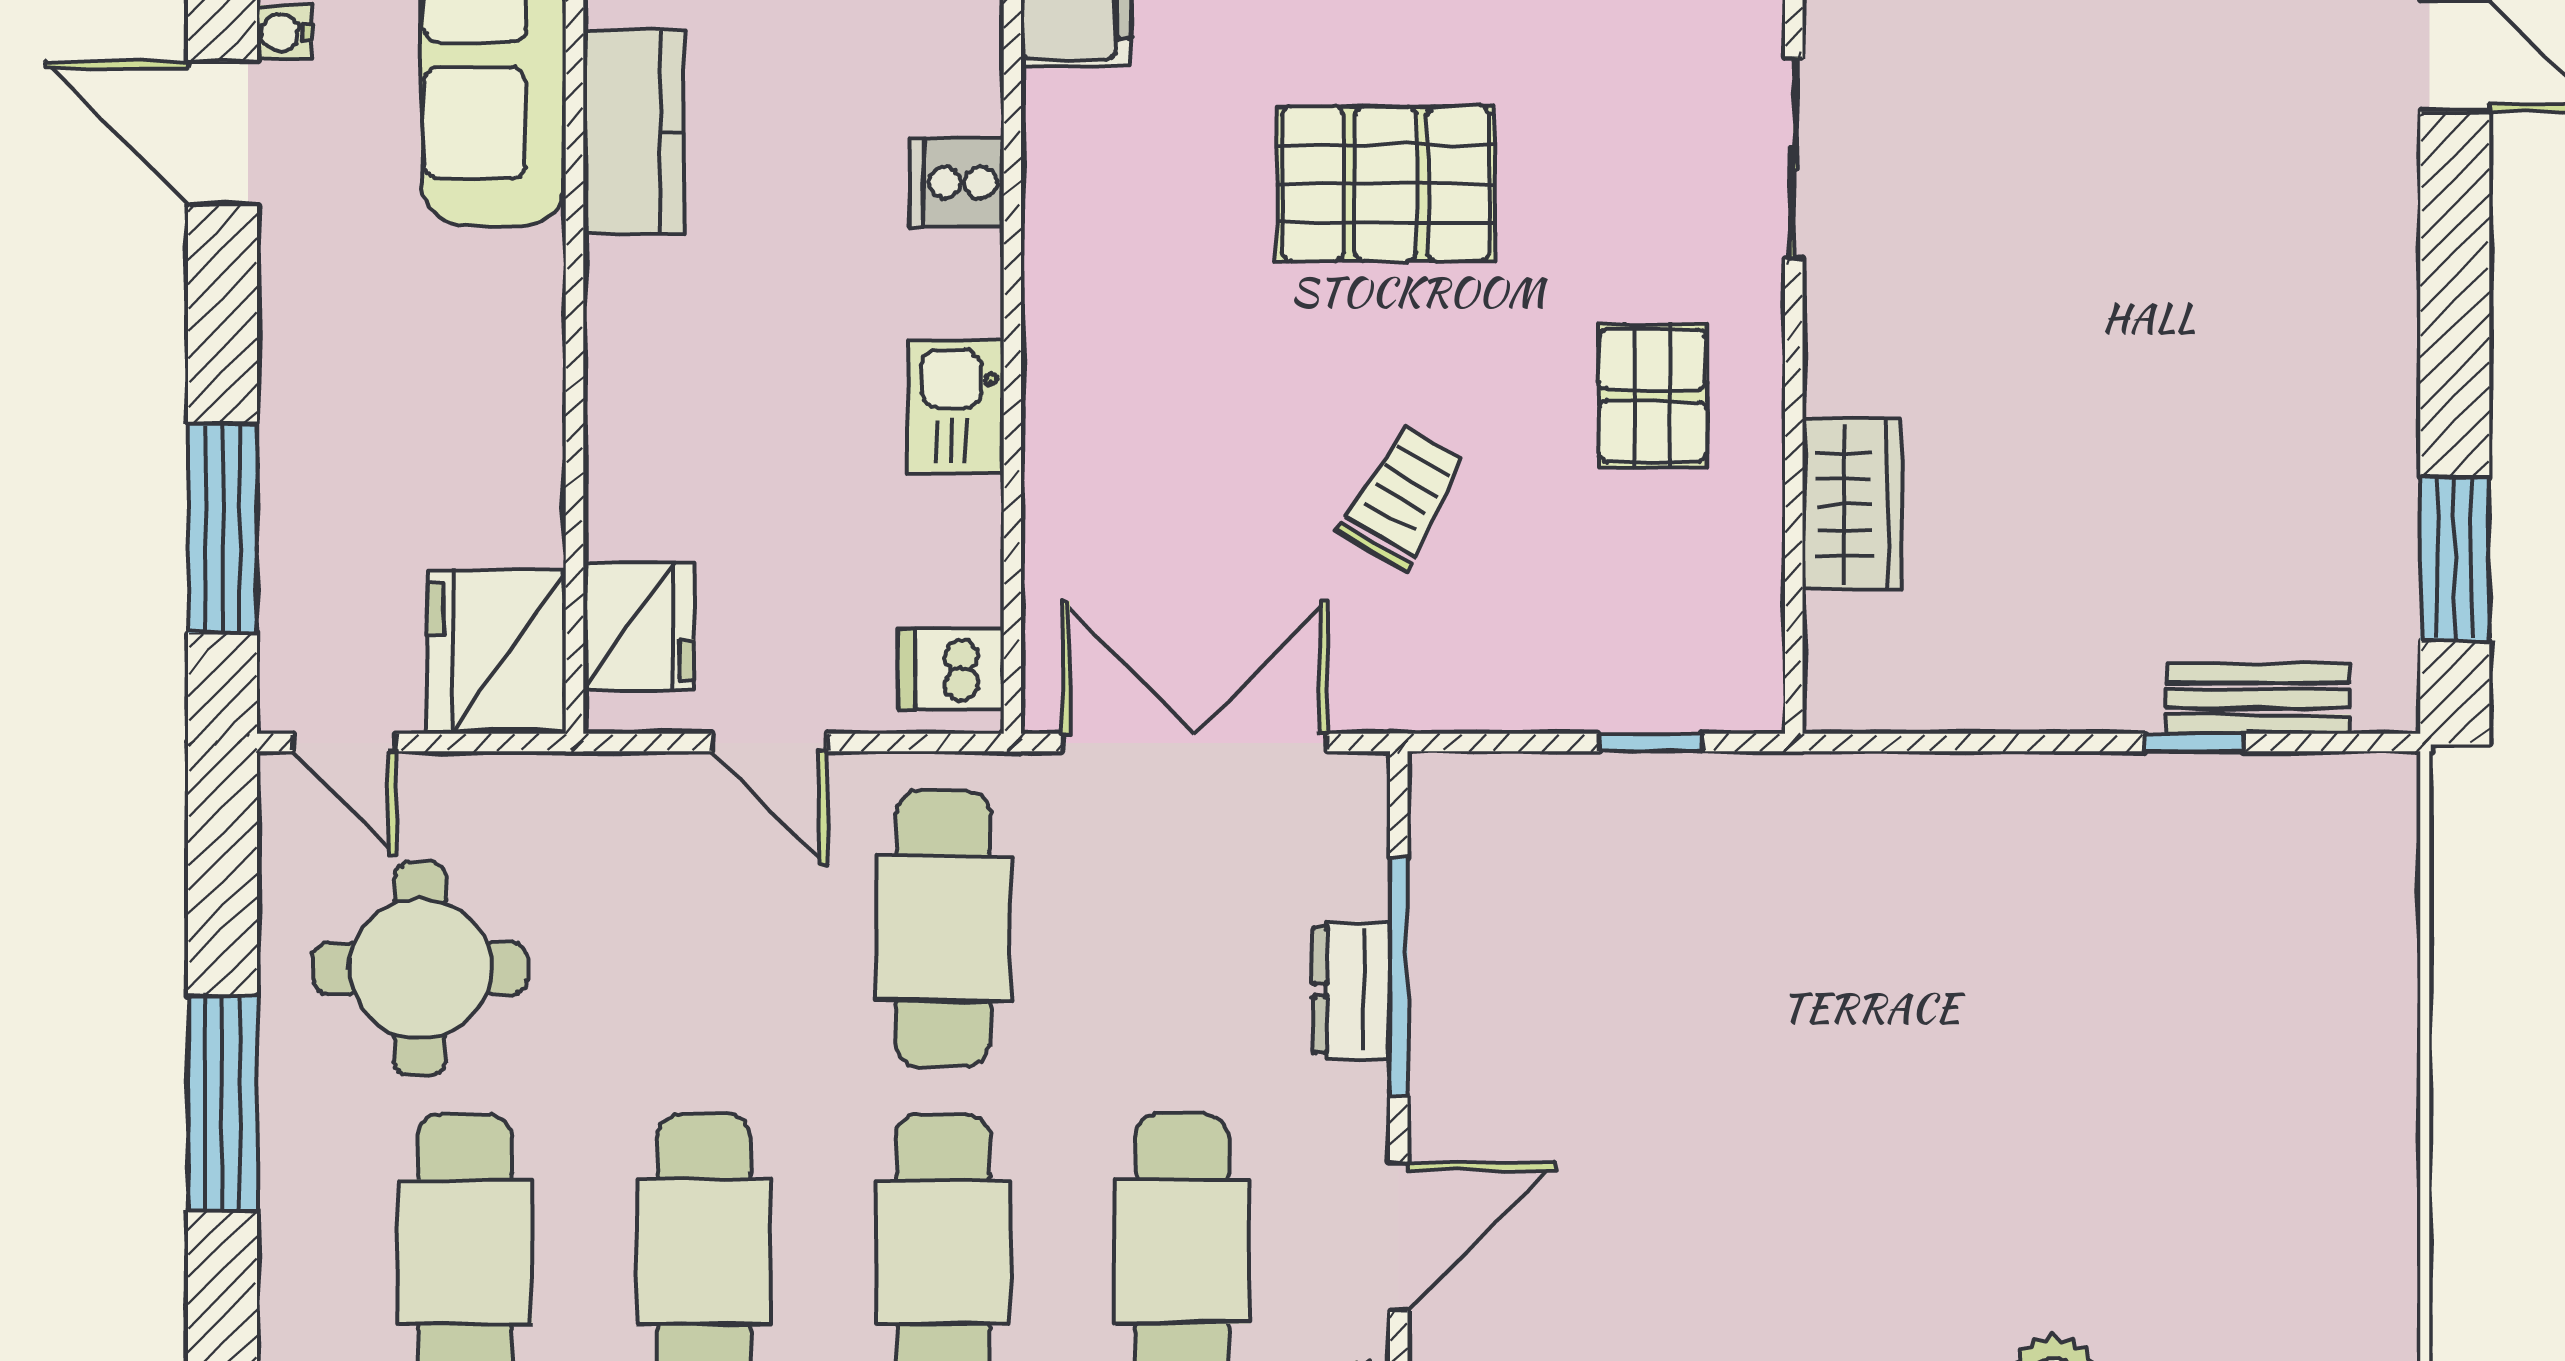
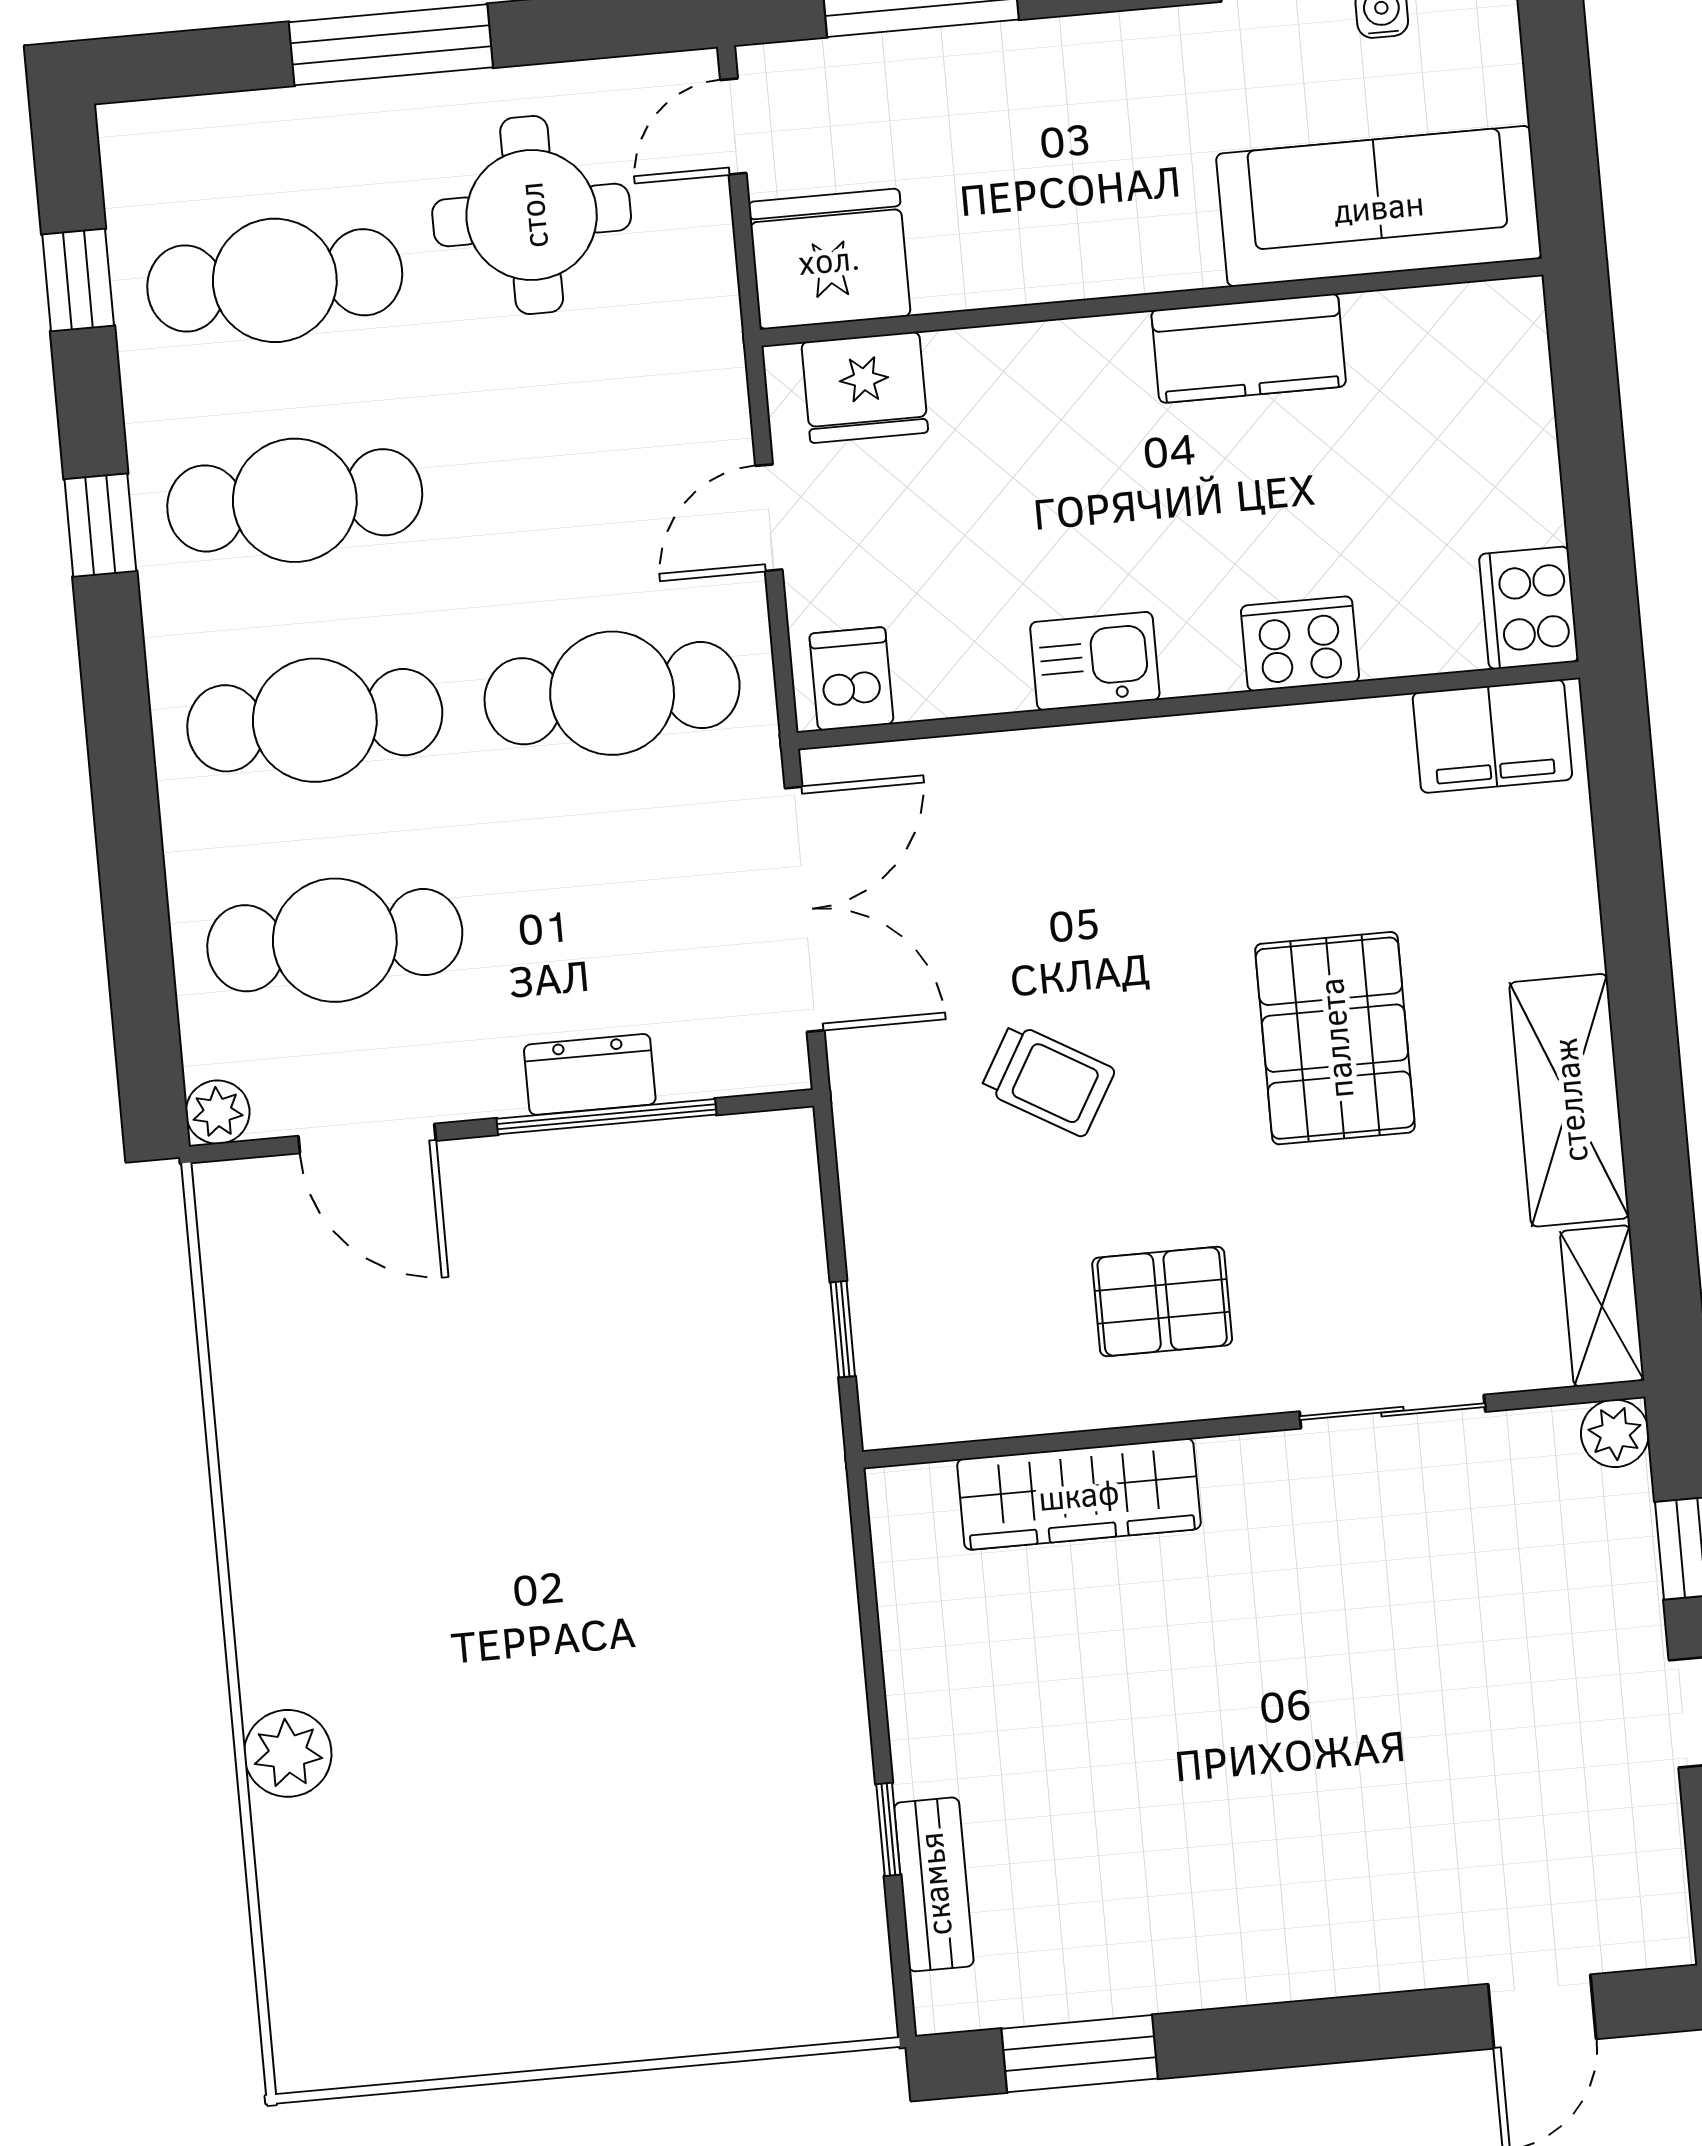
kitchen counter: (634, 132) -> (1249, 348), moved
cooker: (957, 183) -> (1300, 644), width x1.36
wardrobe: (1852, 504) -> (1079, 1494), width x1.50

